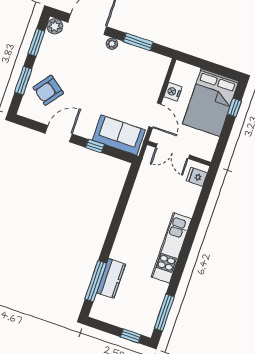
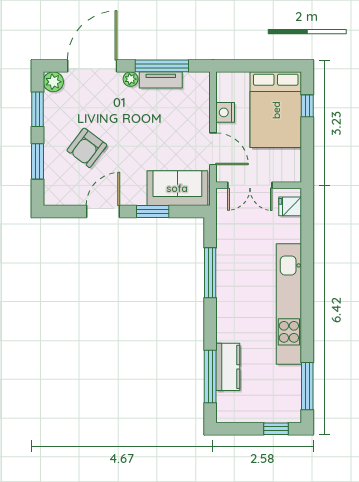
window: (138, 42) -> (162, 66), width x1.44
tv unit: (134, 52) -> (161, 80), added
armchair: (48, 90) -> (87, 148), moved
window: (95, 146) -> (153, 211), width x1.50
window: (122, 205) -> (210, 273), added
kitchen unit: (171, 248) -> (289, 304), width x1.36

